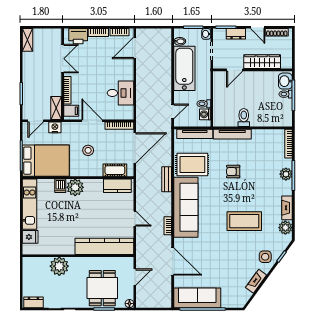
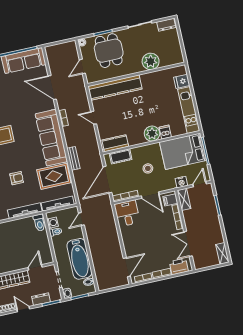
desk: (121, 93) -> (127, 213), moved, turned 90
toilet: (244, 118) -> (39, 223), moved

